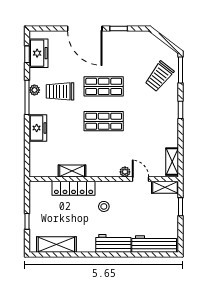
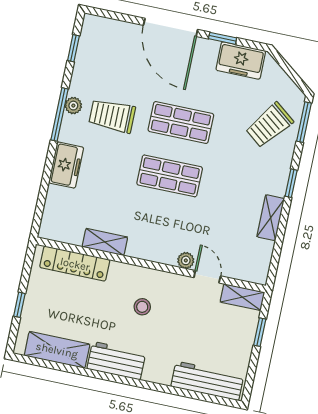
freezer: (38, 53) -> (241, 61), moved, turned 90
shelving: (172, 162) -> (271, 218), moved
locker: (74, 188) -> (75, 264), moved
workbench: (113, 243) -> (116, 361), moved

